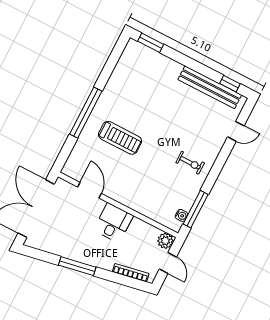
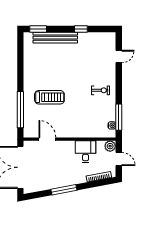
window: (230, 84) -> (81, 29), moved
bench: (210, 87) -> (55, 38), moved
window: (86, 113) -> (20, 110), moved
desk: (113, 223) -> (86, 152), moved

